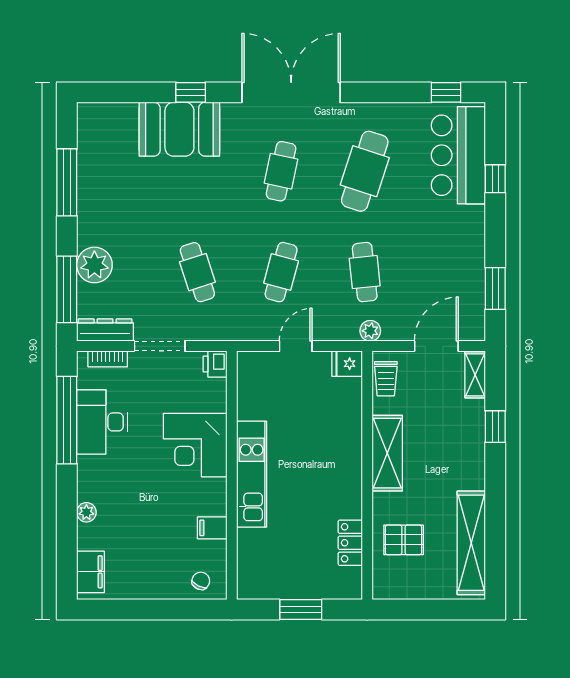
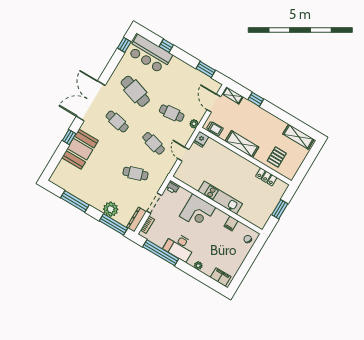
desk: (102, 422) -> (179, 247), moved
shelving: (471, 543) -> (298, 137), width x0.68

